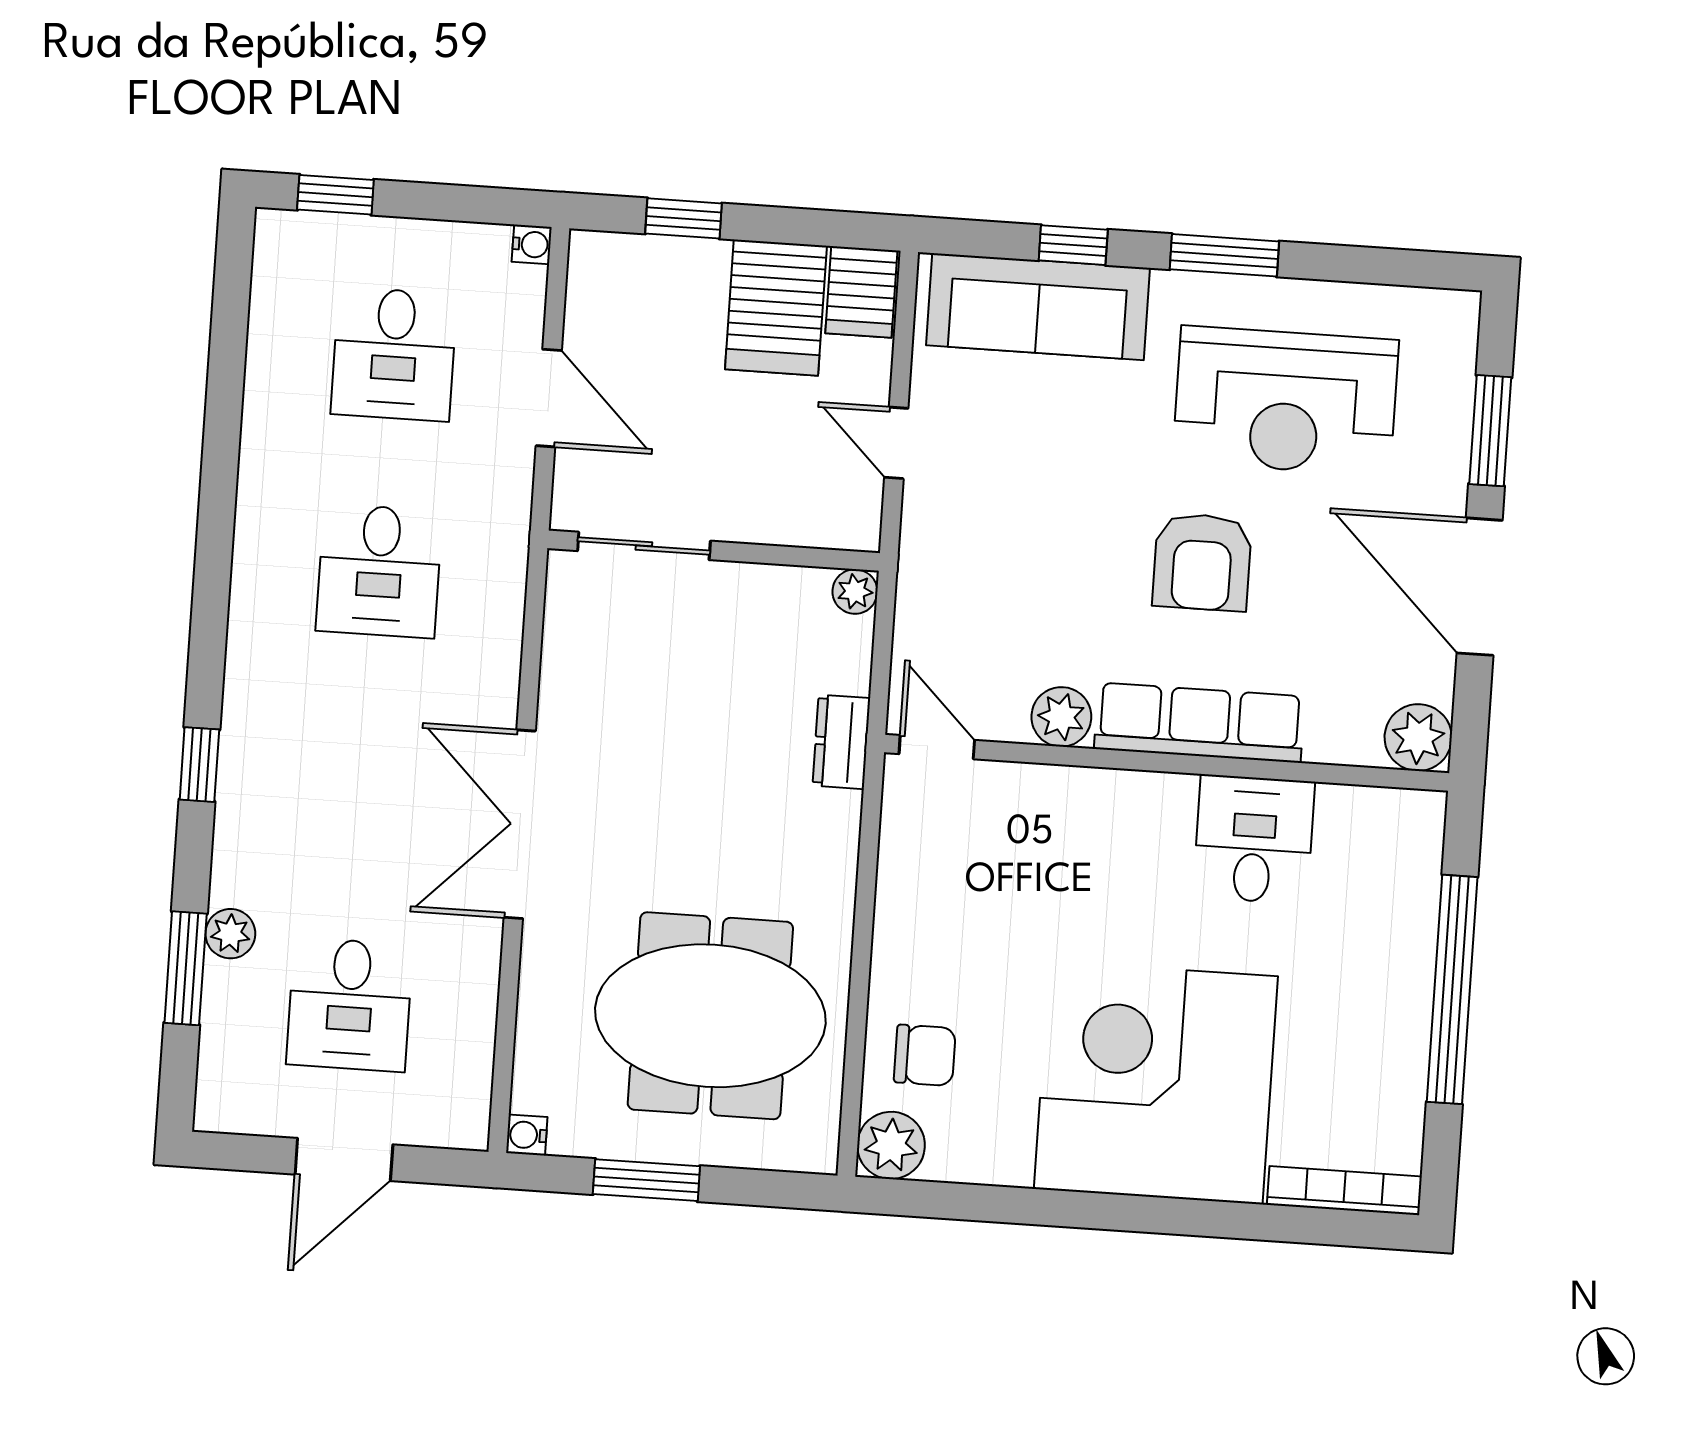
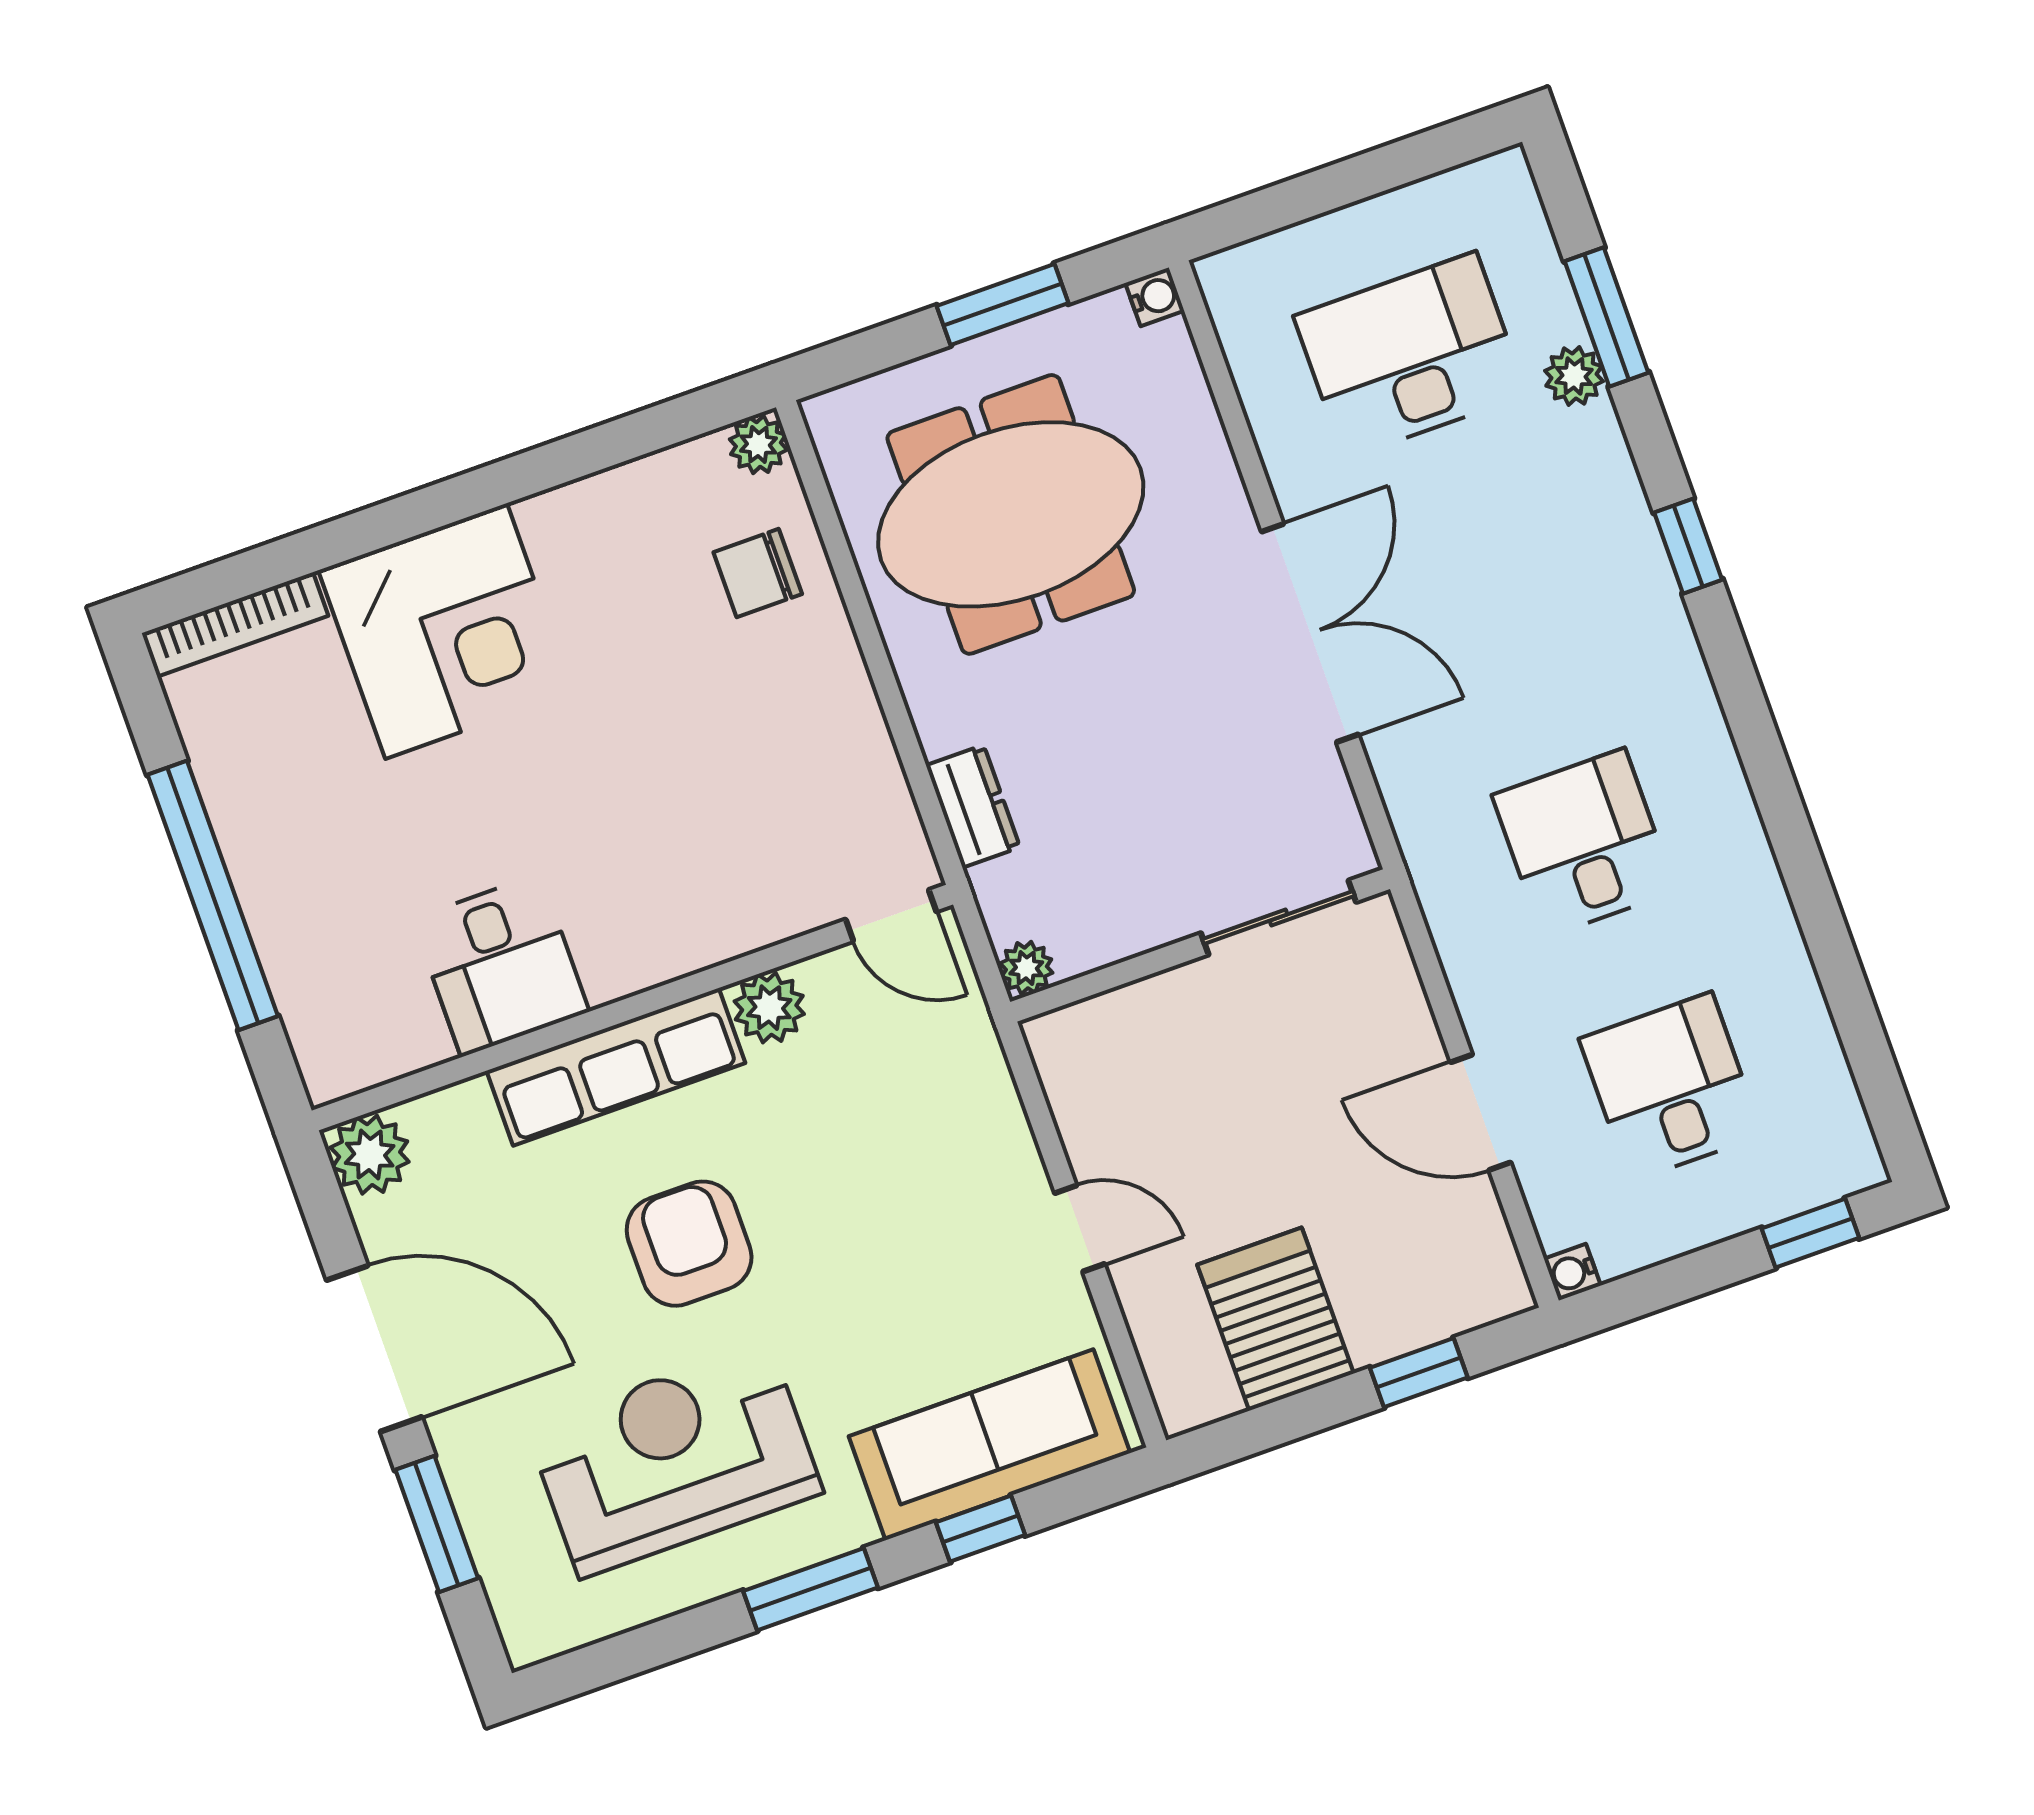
server rack: (861, 292) -> (1190, 1377), removed
sliding door: (644, 546) -> (1279, 918), moved
wall: (714, 551) -> (1200, 945), moved
plant: (855, 592) -> (1026, 968), moved
dresser: (841, 742) -> (973, 806), moved
desk: (350, 1005) -> (1410, 355), width x1.37
corner desk: (1156, 1083) -> (446, 631), width x0.74, depth x0.74
plant: (891, 1145) -> (758, 445), width x0.73, depth x0.73
door: (344, 1160) -> (1343, 183), removed

